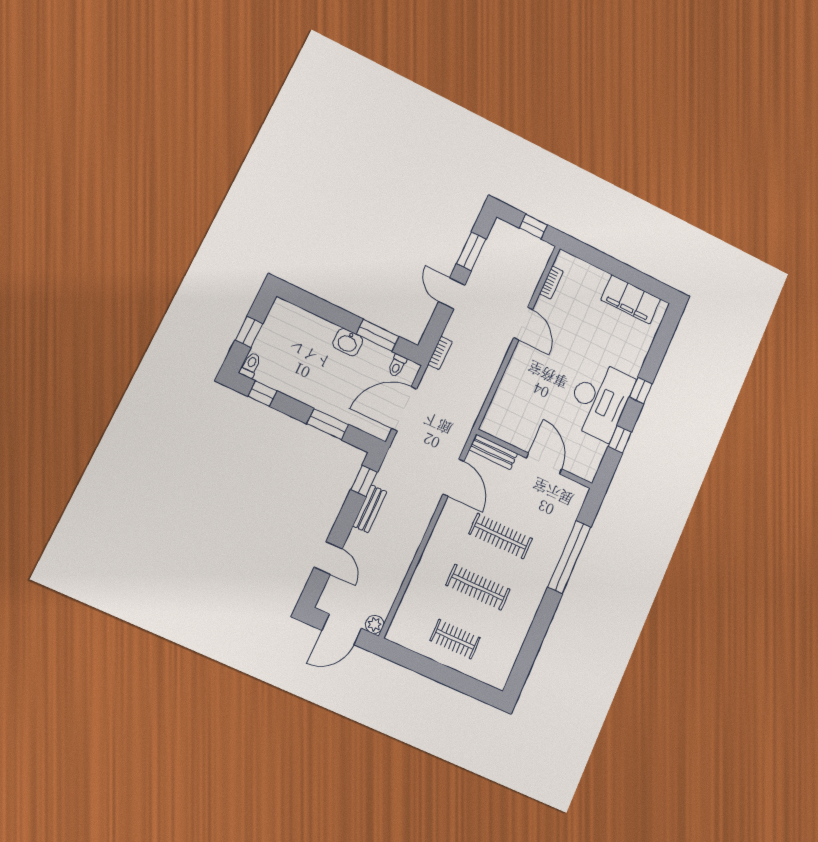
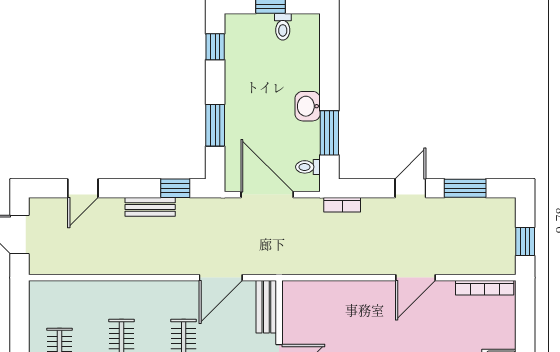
bookcase: (551, 283) -> (485, 288), width x1.56
toilet: (250, 365) -> (283, 27), moved, turned 90
plant: (375, 624) -> (39, 265), removed

